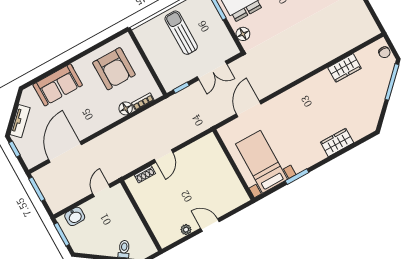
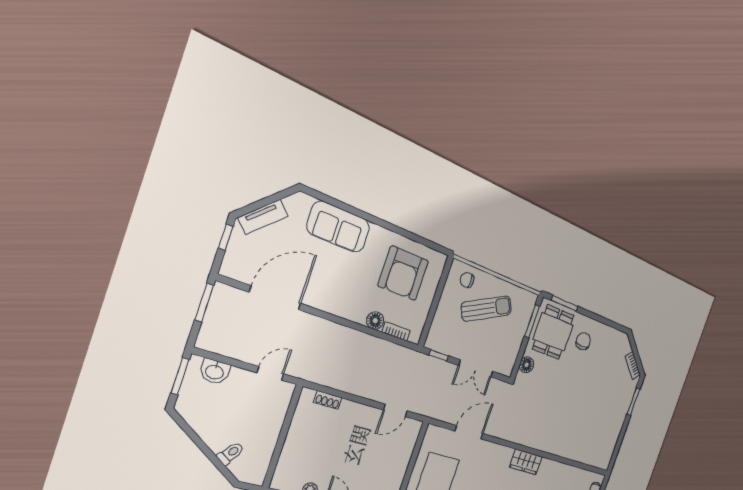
chair: (152, 31) -> (467, 280), added
sun lounger: (181, 33) -> (486, 309), turned 63
wardrobe: (344, 68) -> (526, 462), moved
door: (164, 156) -> (395, 410), moved

